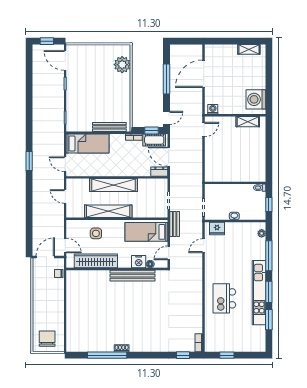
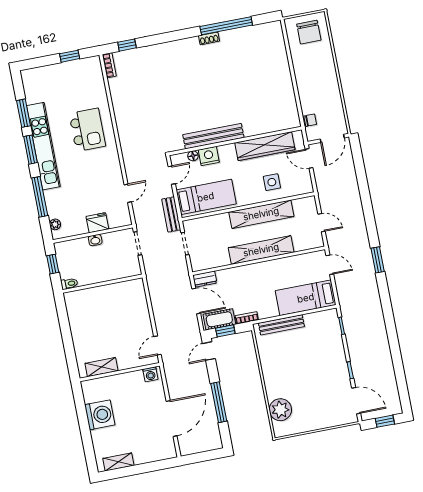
washing machine: (256, 99) -> (100, 415), moved
fridge: (217, 228) -> (97, 223), moved

